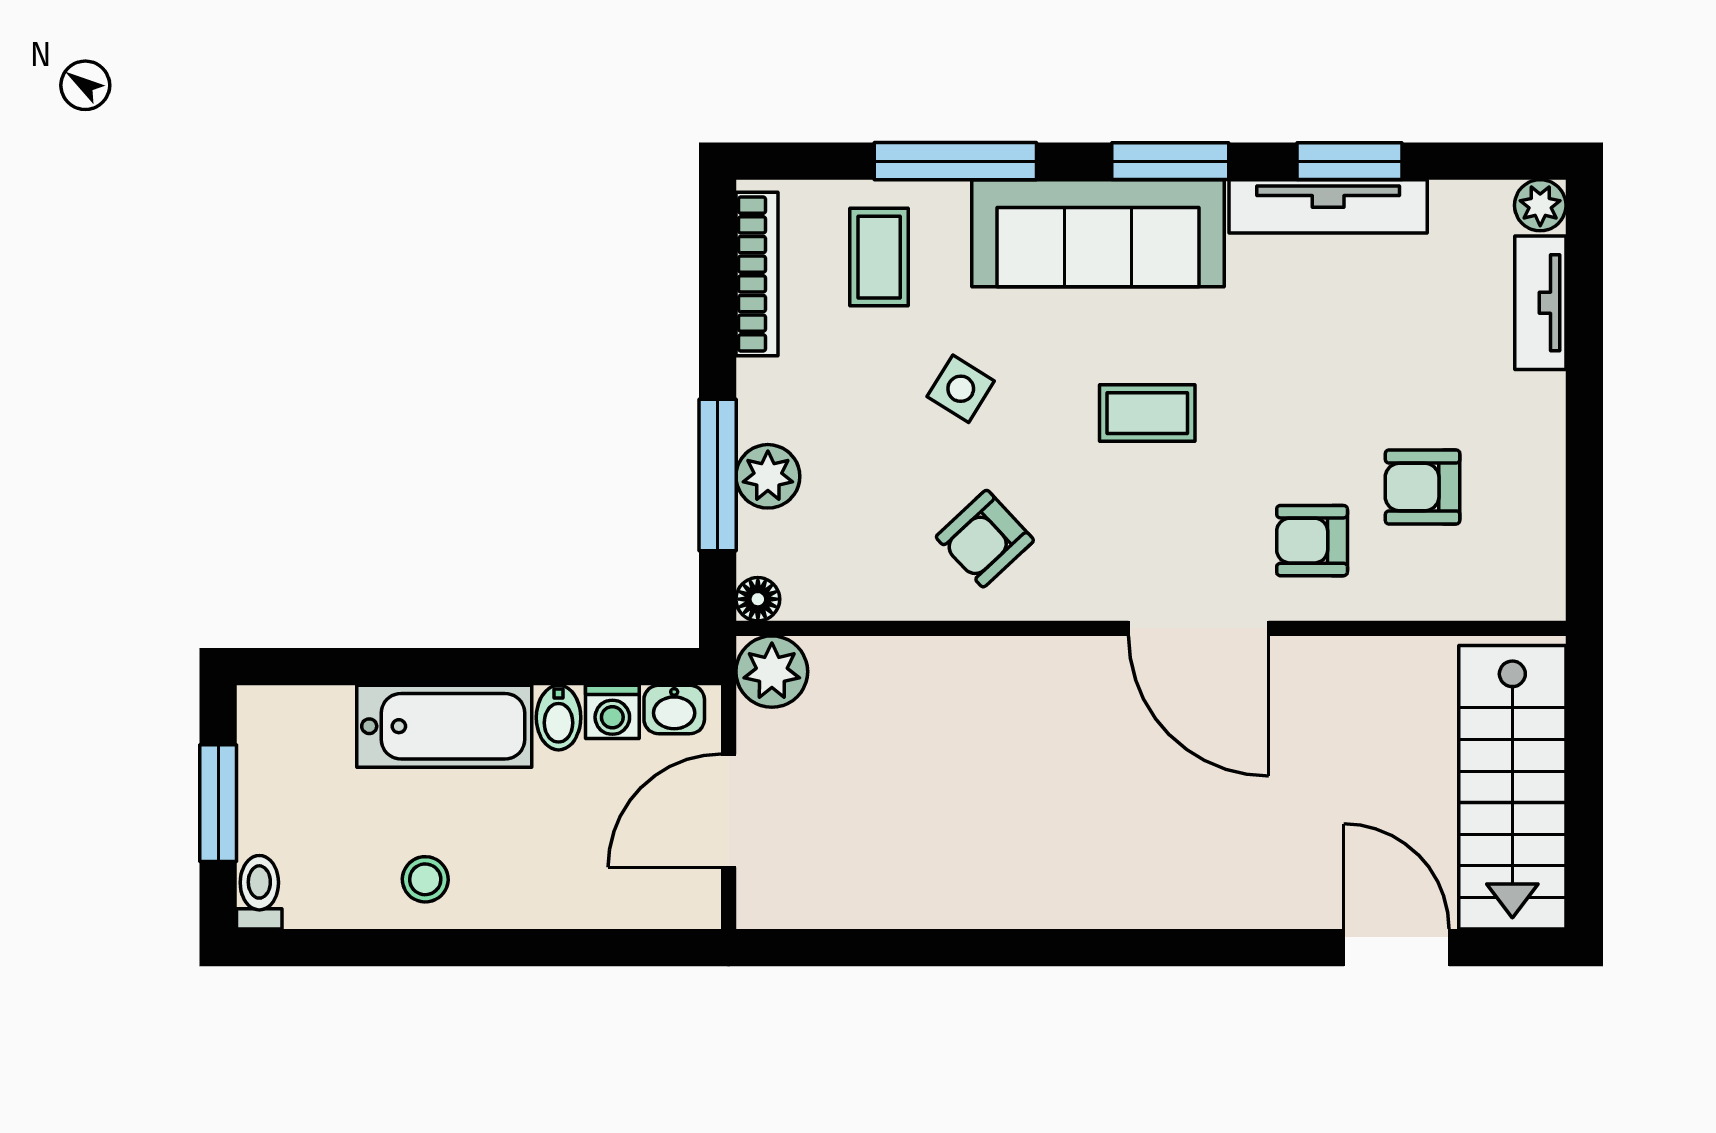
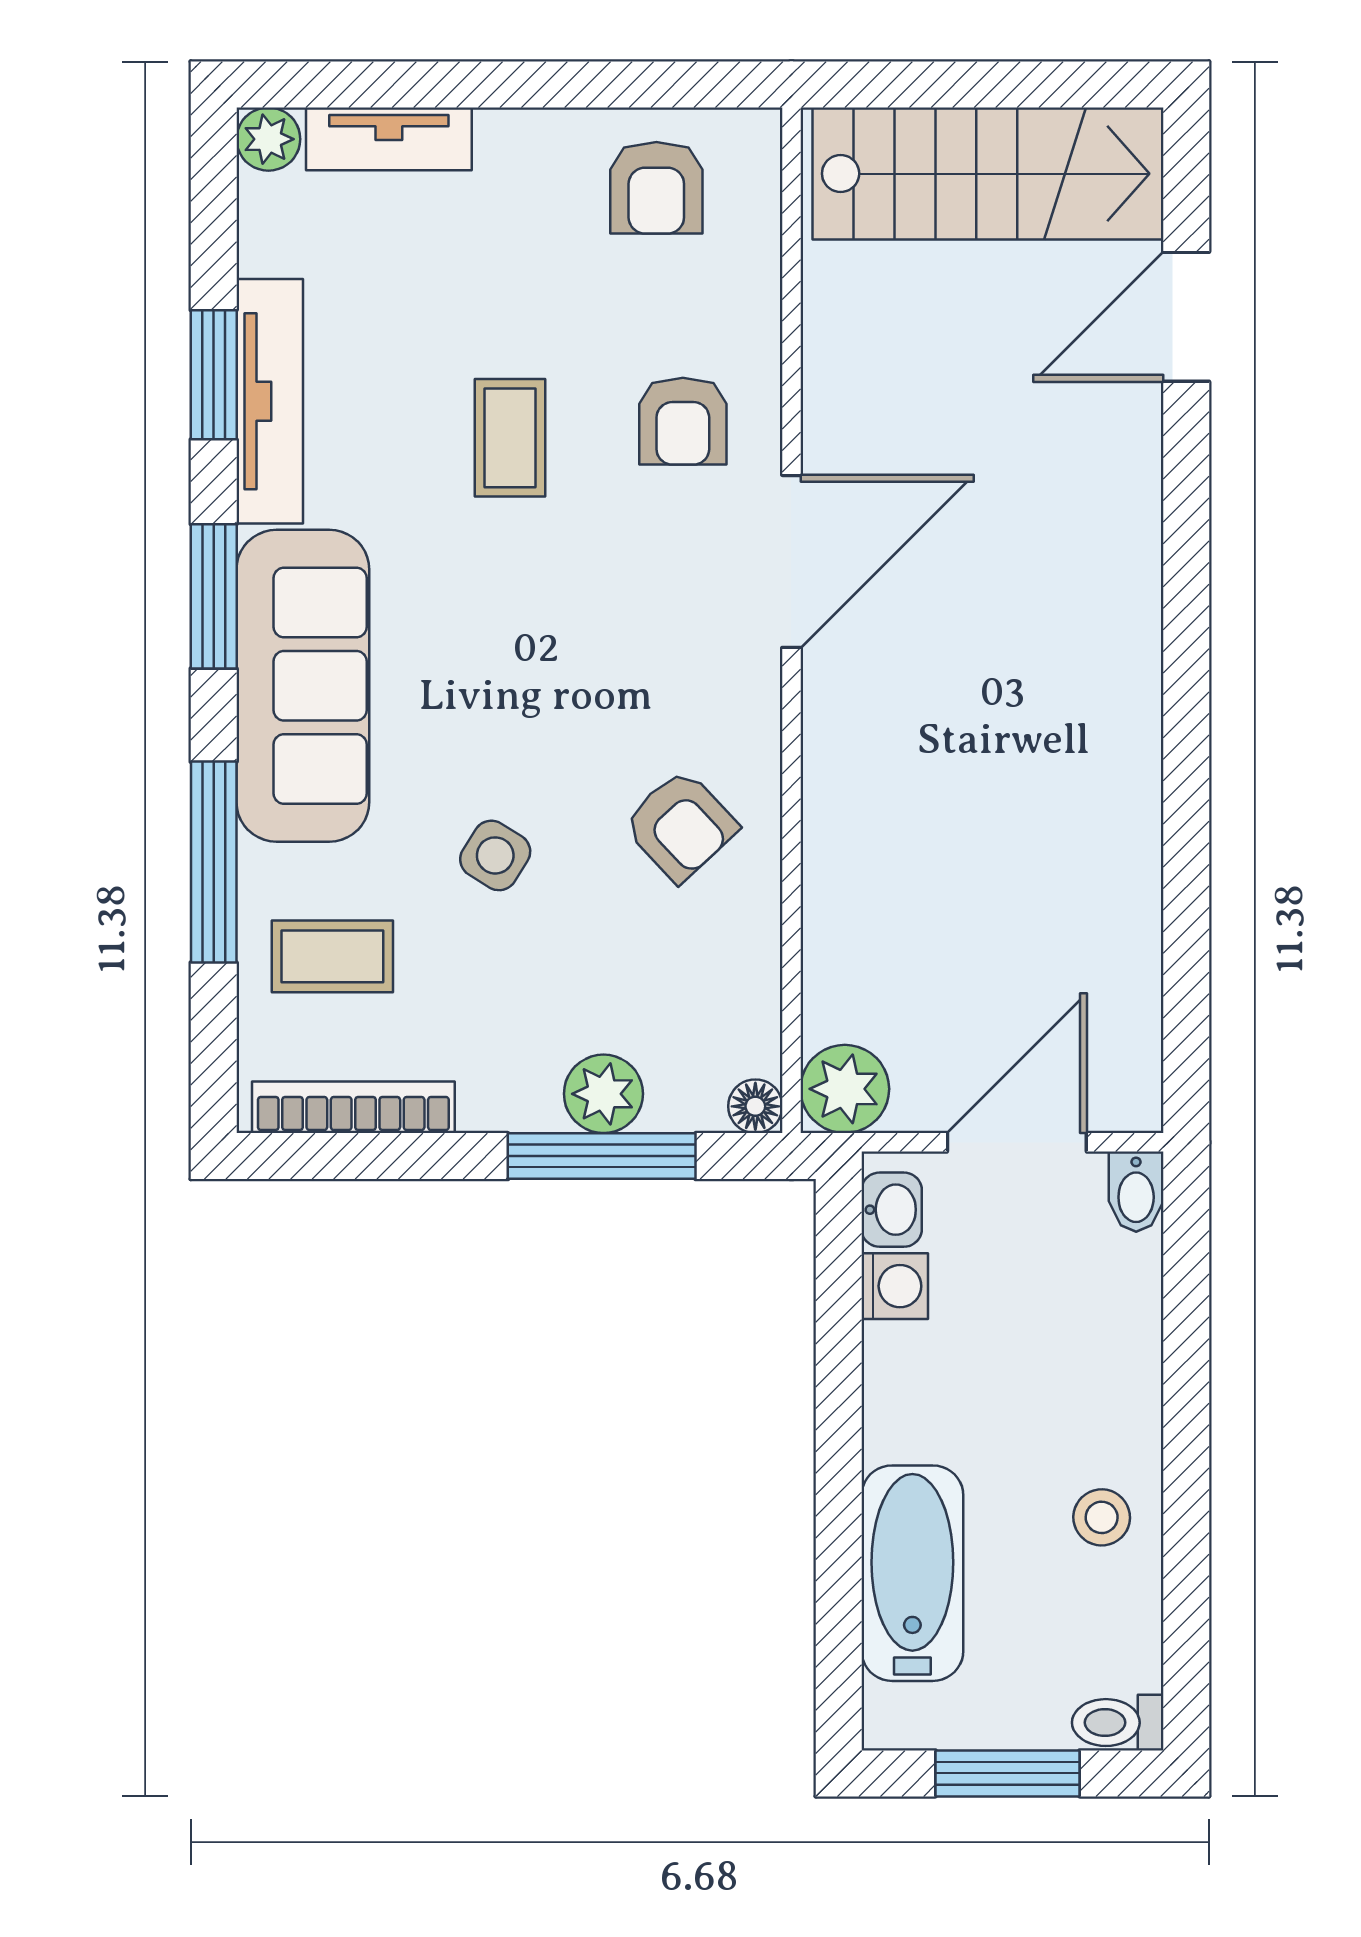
coffee table: (1147, 413) -> (510, 438), moved
armchair: (1423, 487) -> (656, 188), moved
bidet: (559, 718) -> (1136, 1192), moved, turned 90
bathtub: (444, 726) -> (912, 1573), moved
door: (729, 811) -> (1017, 1142), swing flipped

